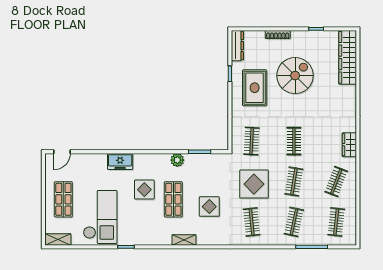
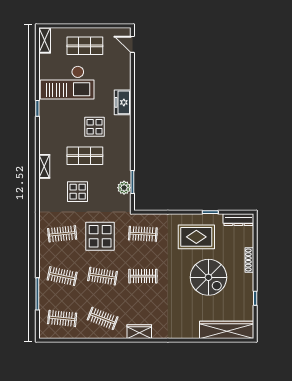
plant: (177, 160) -> (124, 188), moved

